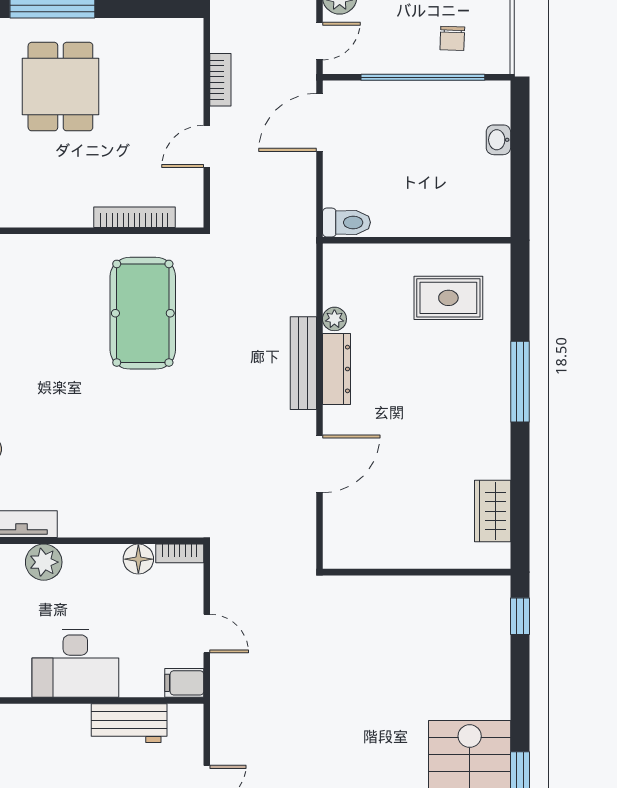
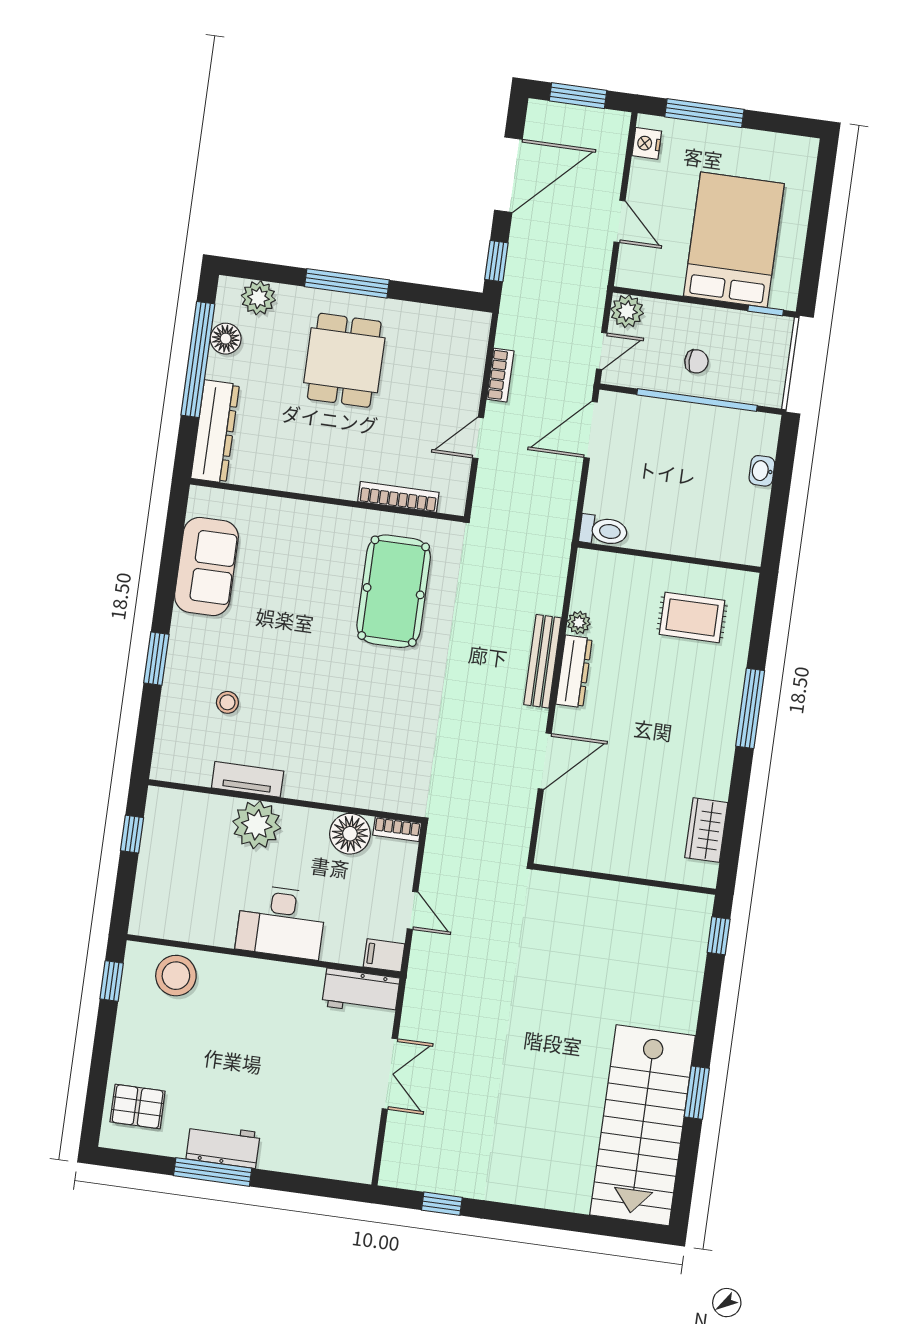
chair: (452, 38) -> (696, 361), moved, turned -92
floor lamp: (138, 559) -> (350, 834), width x1.38, depth x1.38
plant: (44, 562) -> (257, 825), width x1.36, depth x1.36
workbench: (129, 723) -> (361, 992), moved

